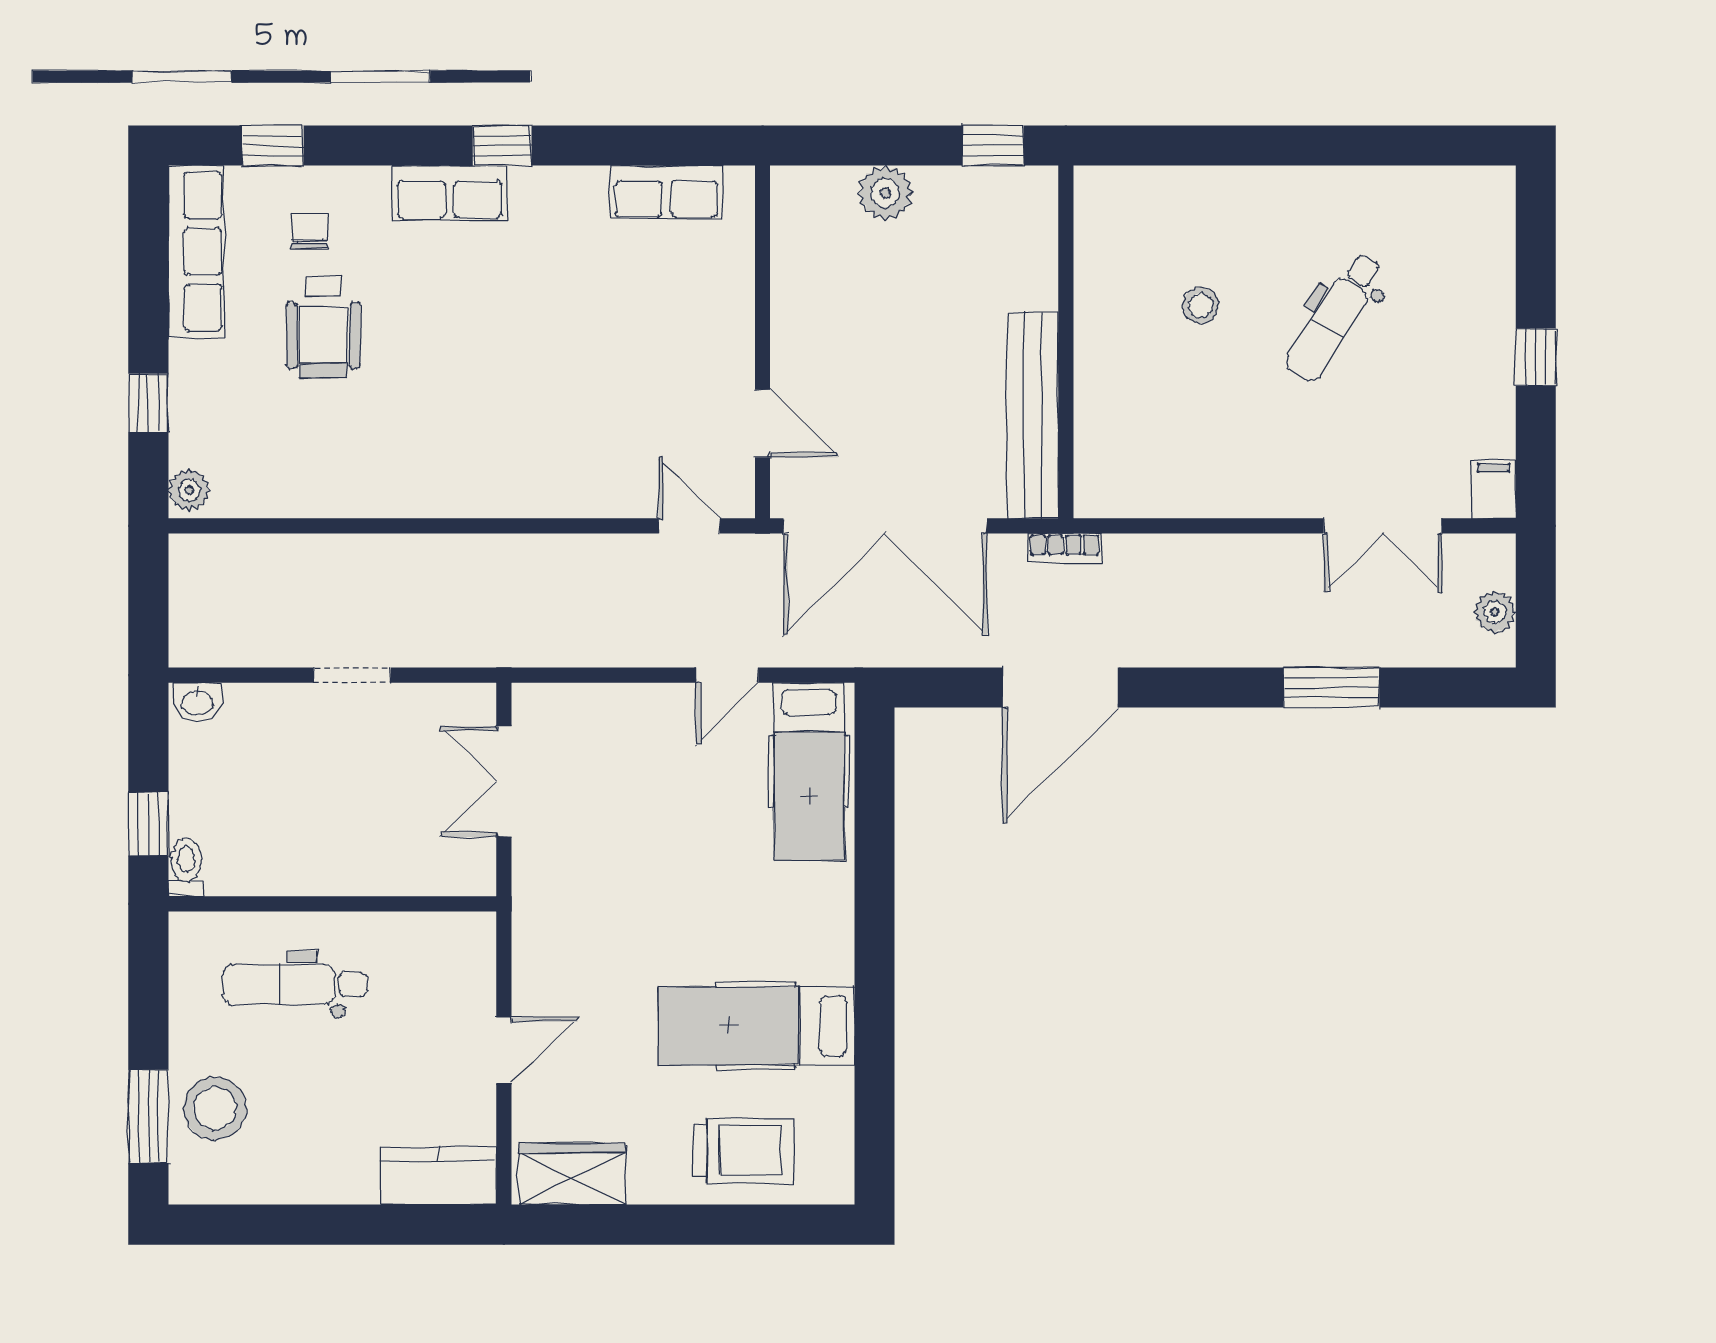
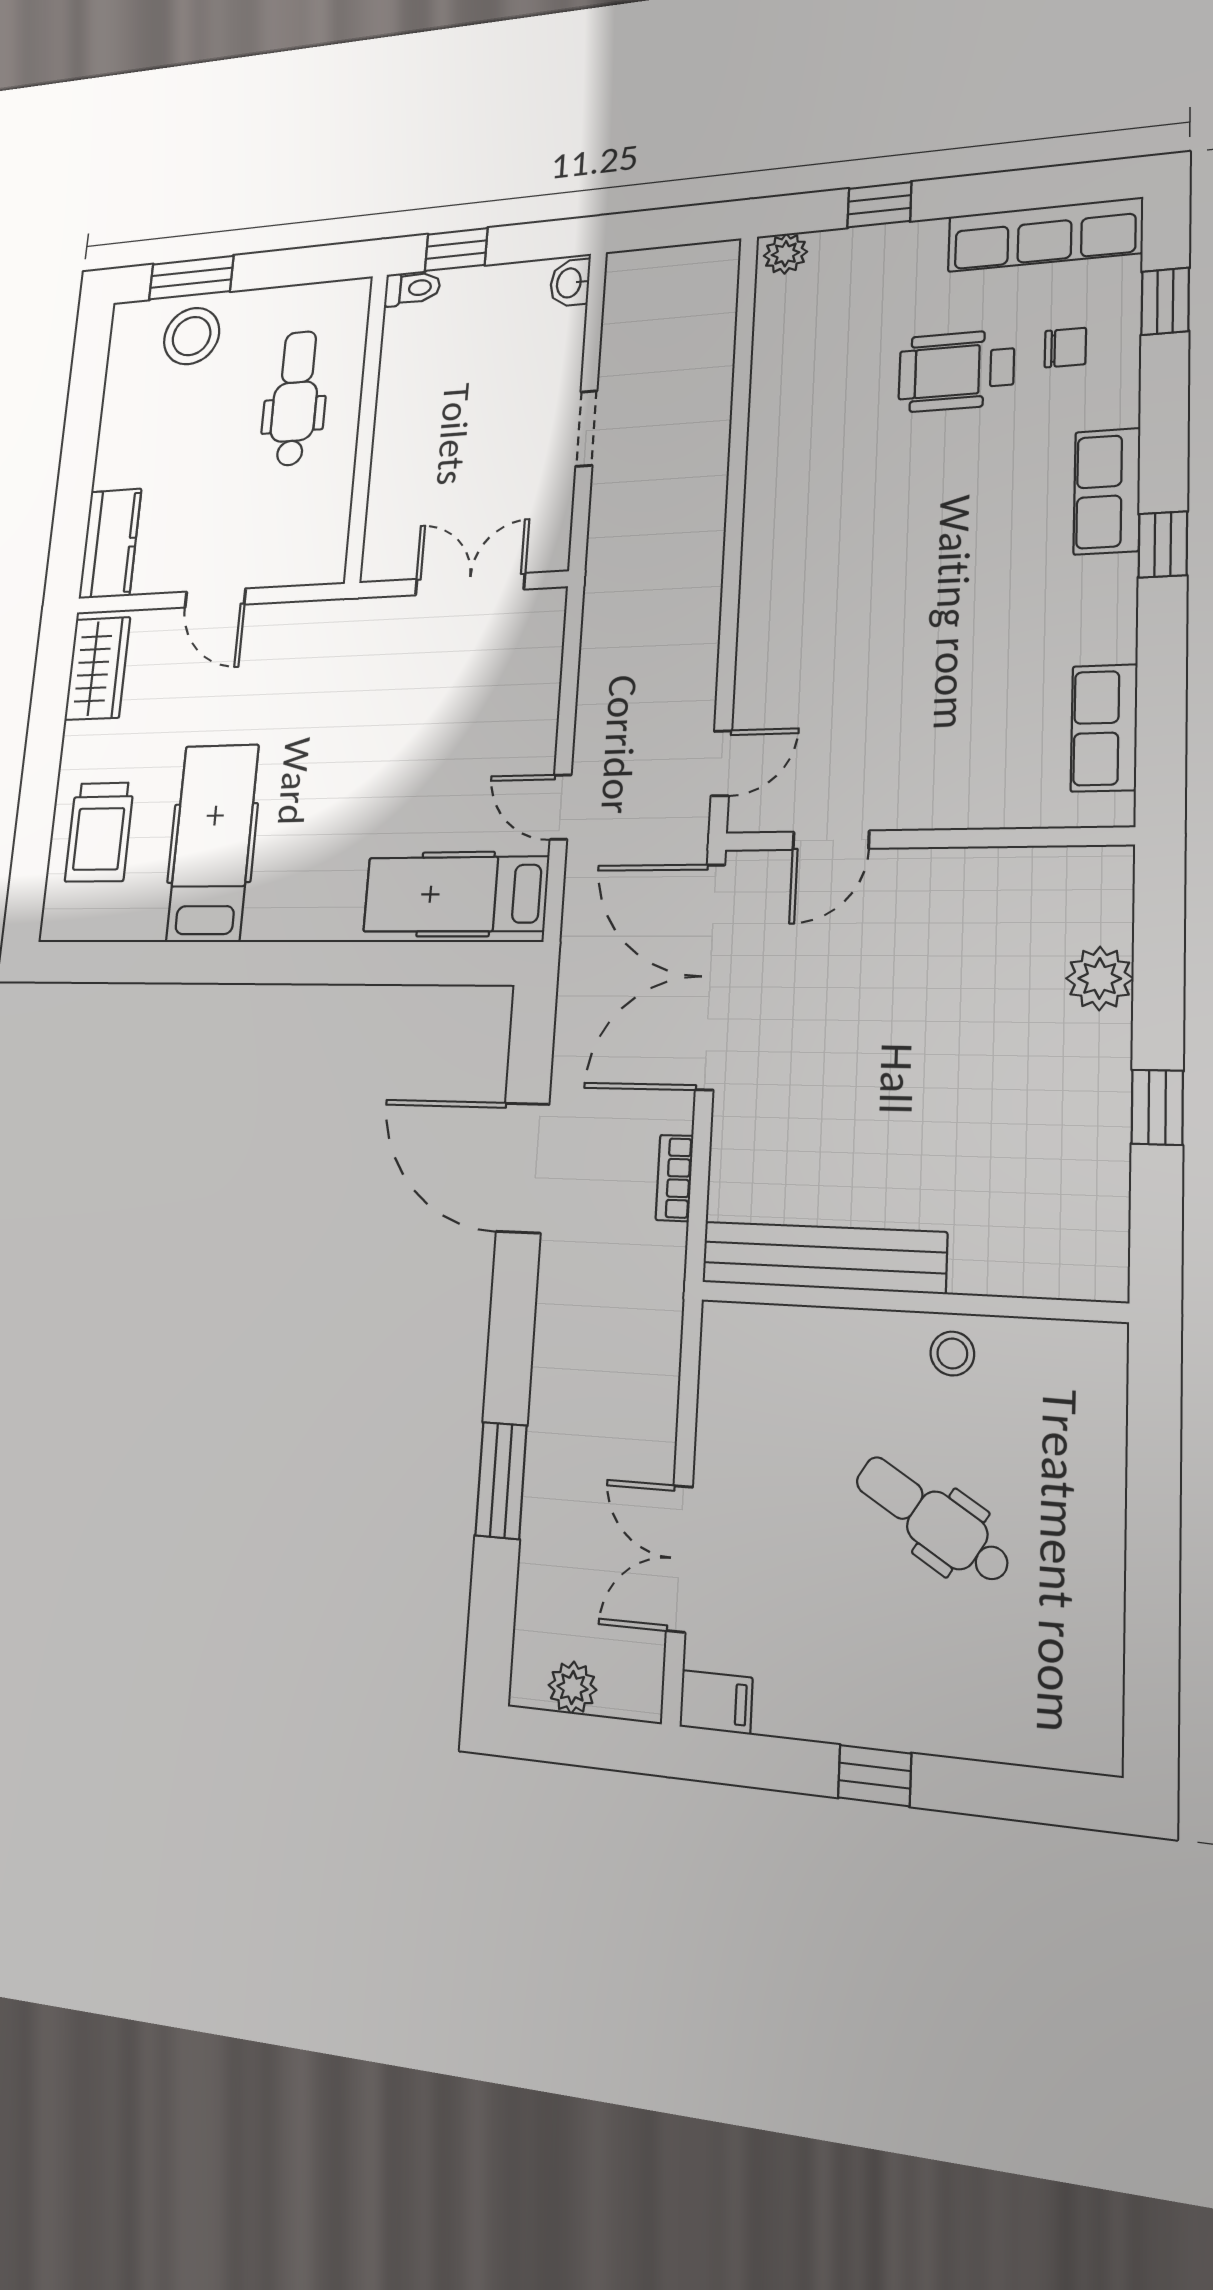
wall: (1066, 342) -> (909, 1302), moved
bench: (1033, 415) -> (823, 1257), moved

